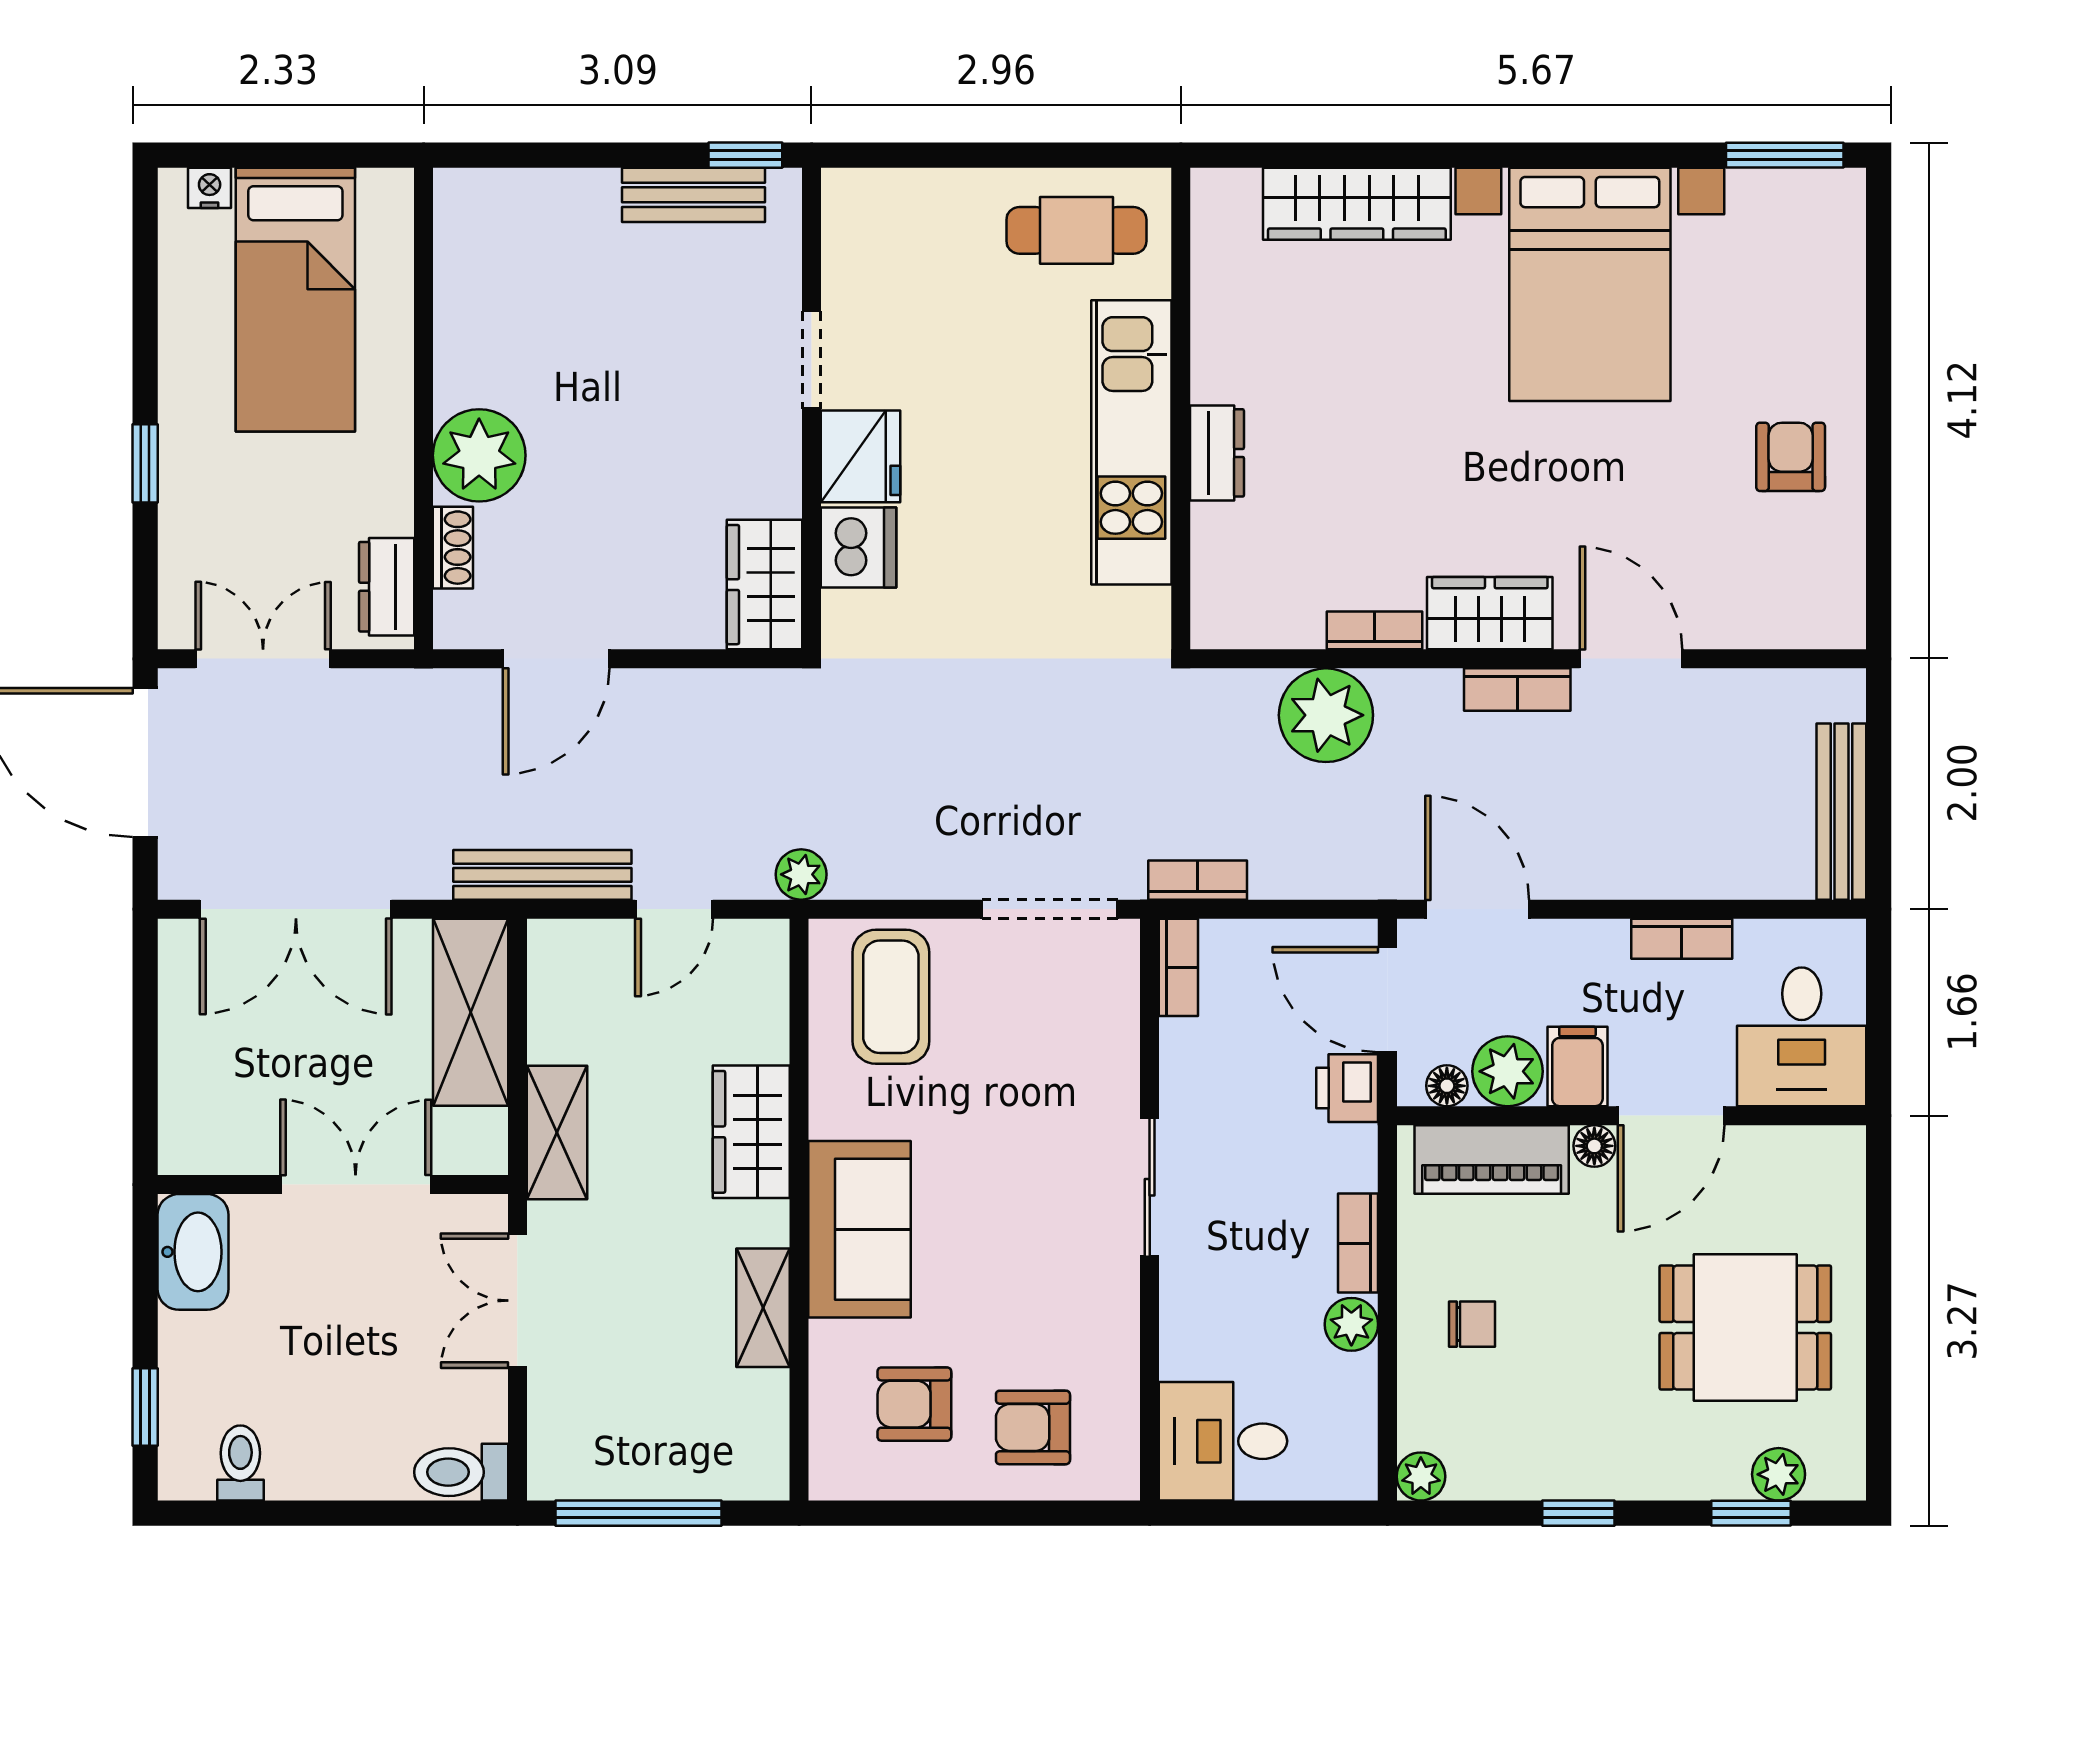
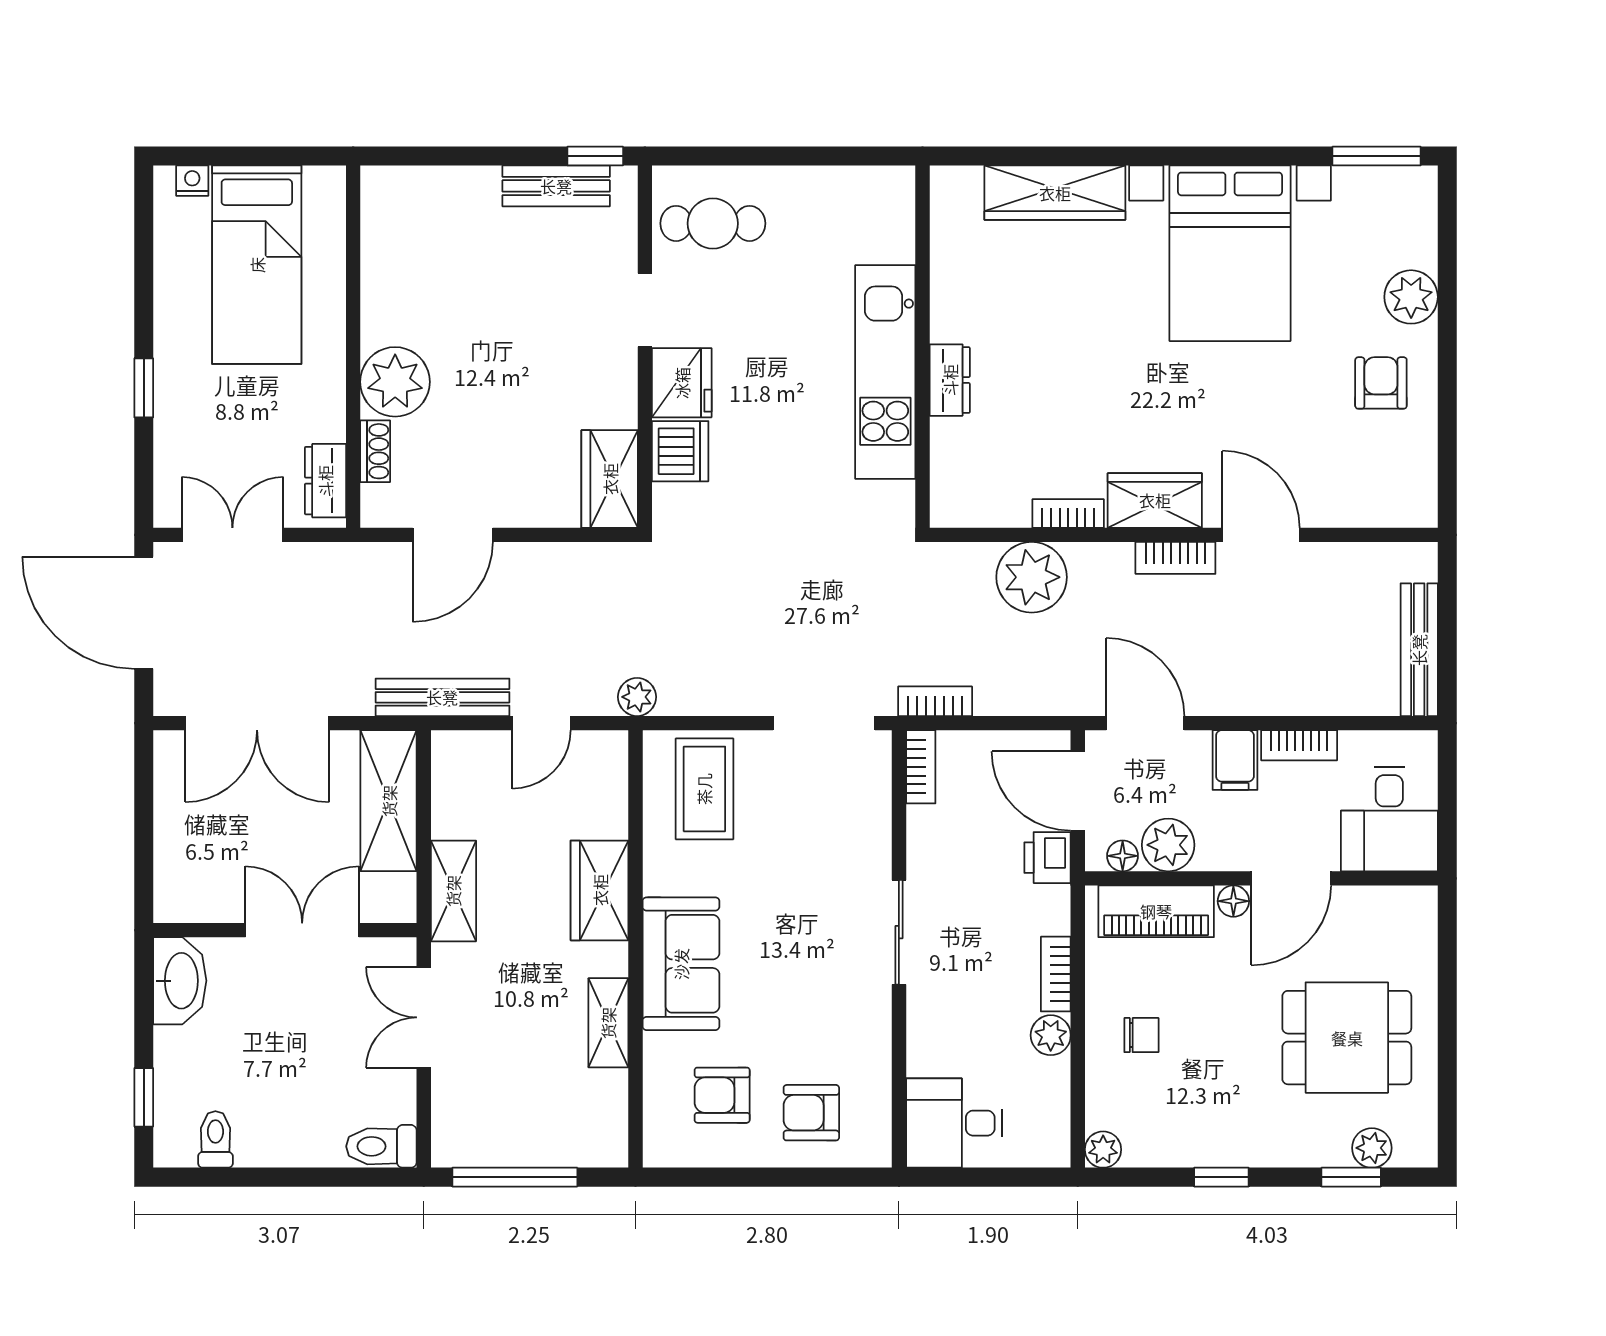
cafe table: (1076, 230) -> (713, 223), moved
plant: (1831, 342) -> (1411, 297), added
filing cabinet: (1577, 1067) -> (1235, 760), moved, turned 180

